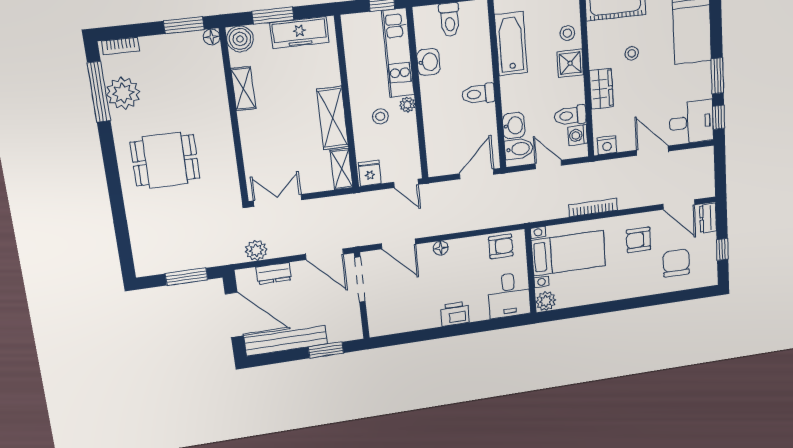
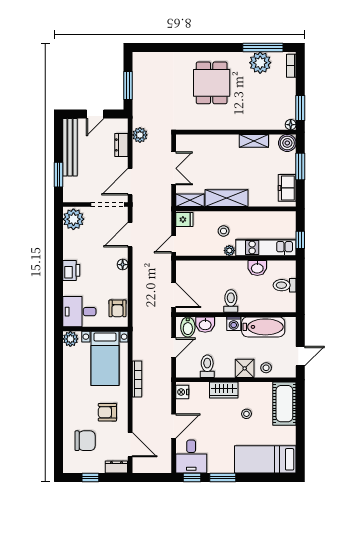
freezer: (299, 32) -> (287, 188), width x0.71
washing machine: (578, 135) -> (234, 324), moved, turned 180
double door: (278, 200) -> (174, 168), moved
door: (679, 205) -> (130, 445), swing flipped
armchair: (638, 240) -> (107, 412), turned -90
door: (234, 315) -> (95, 114), width x0.53
plant: (385, 321) -> (73, 219), added

